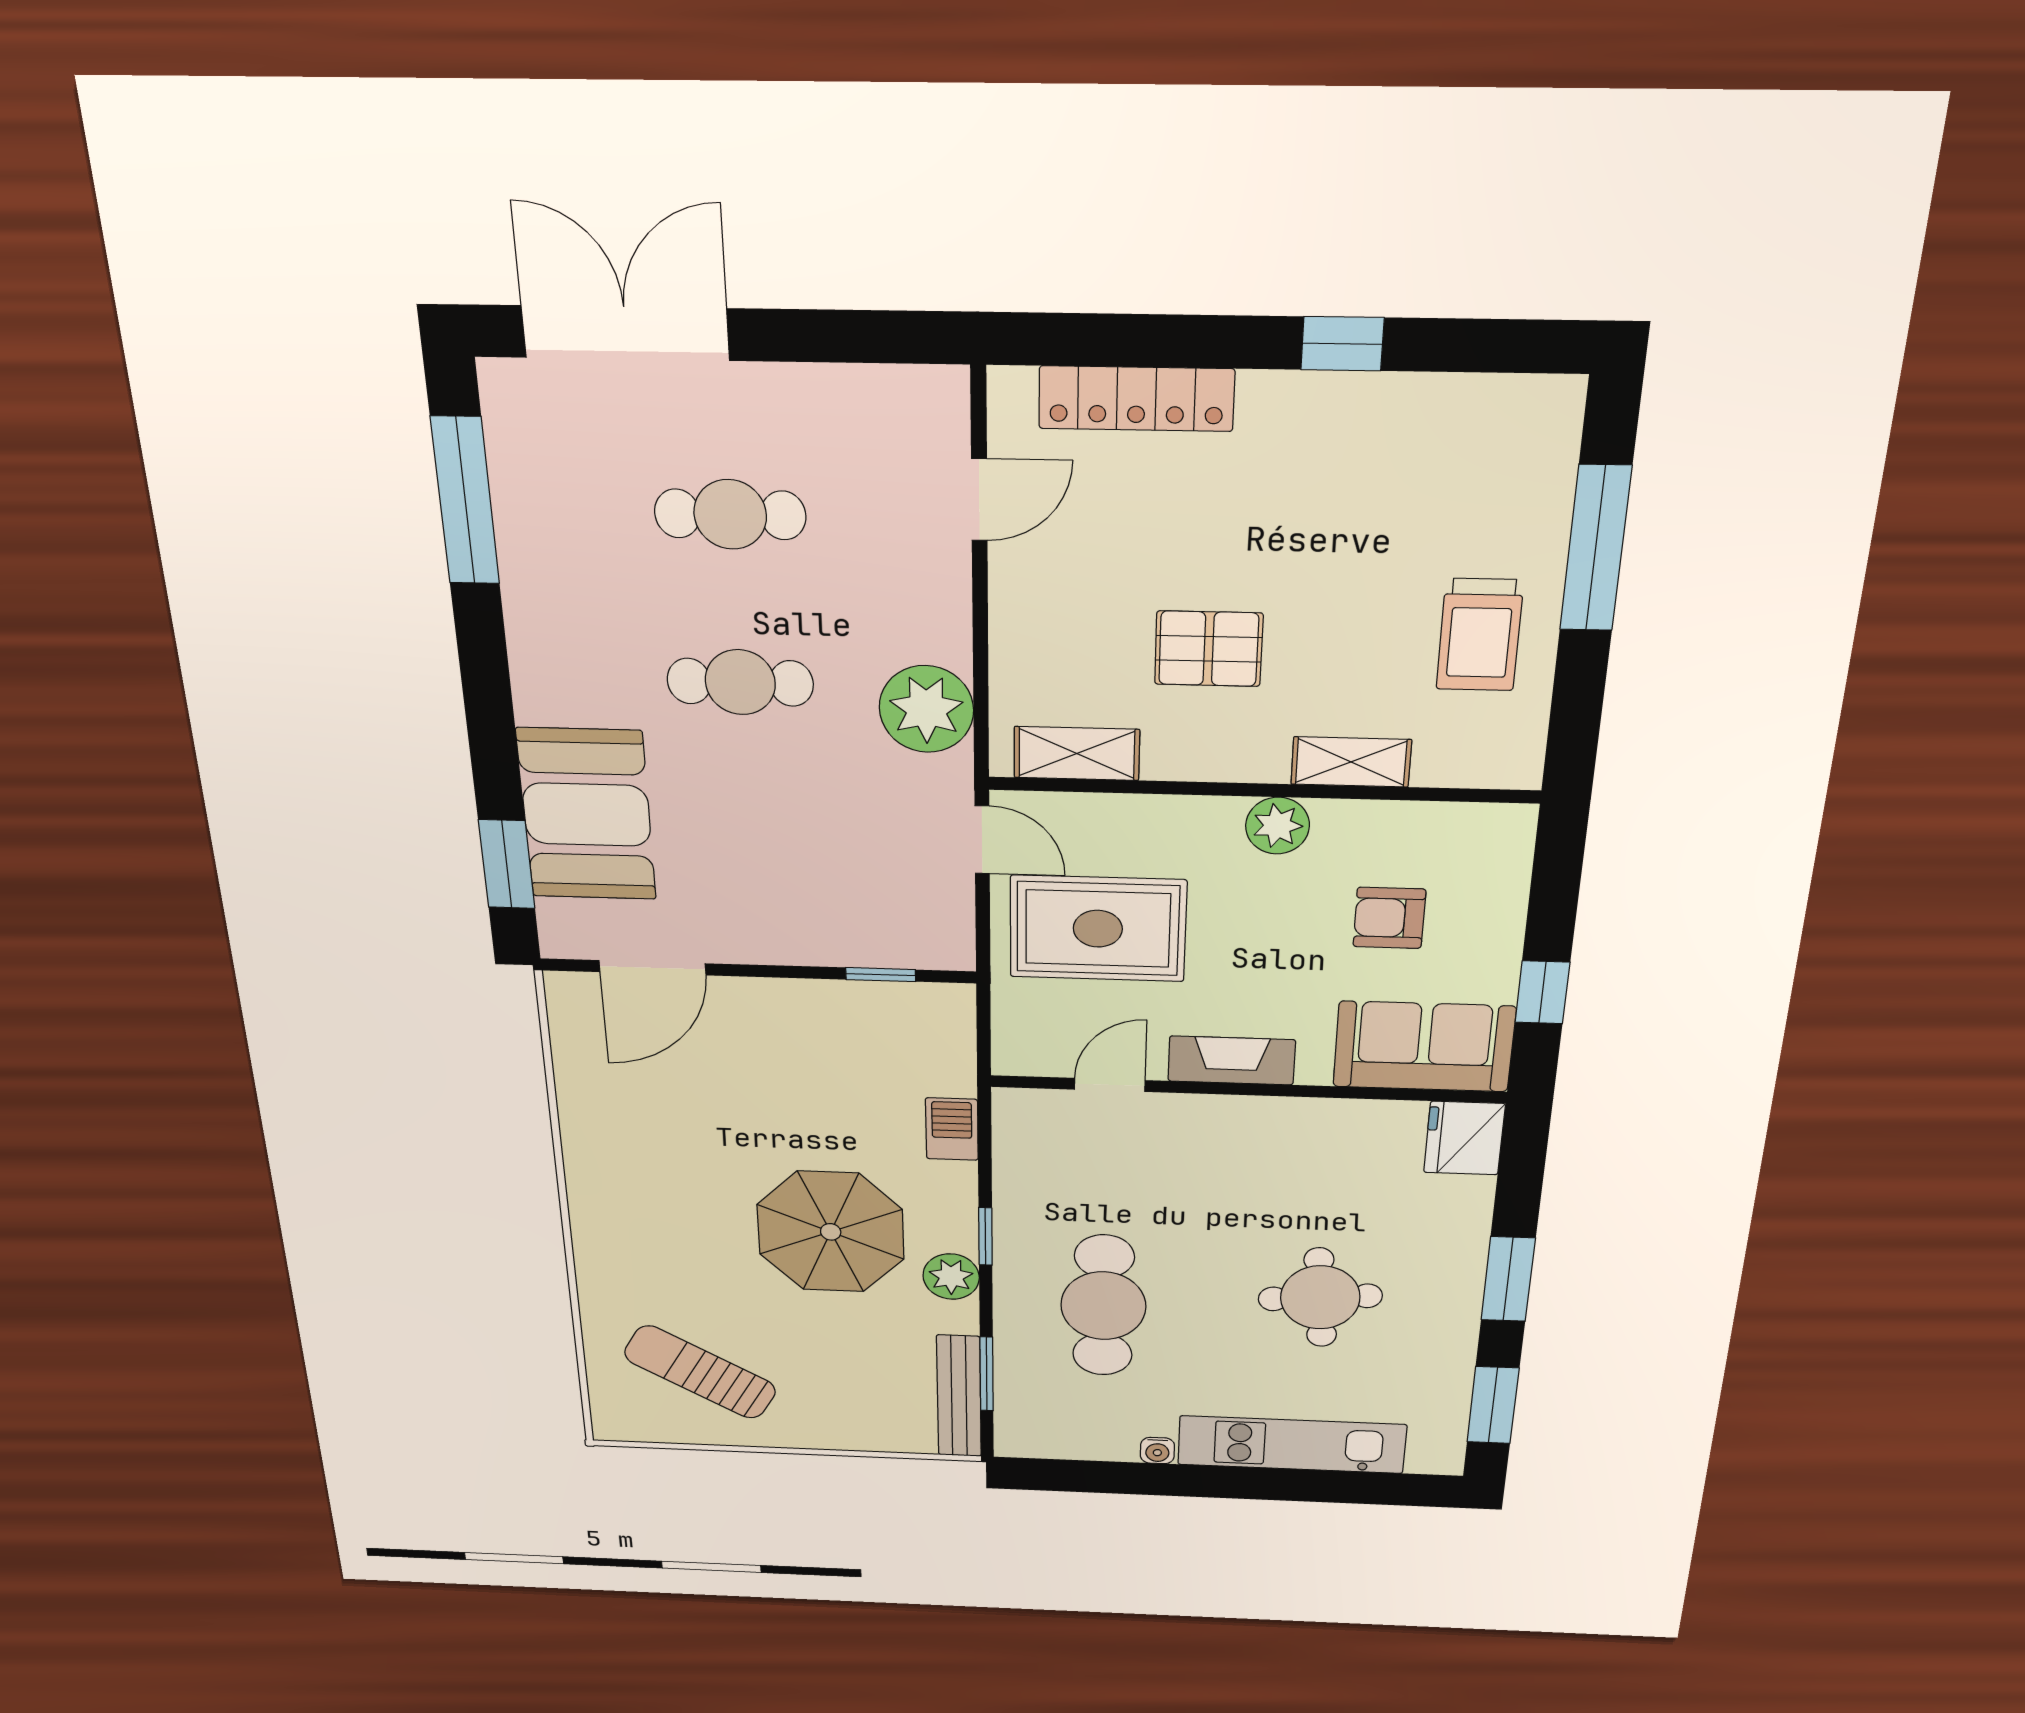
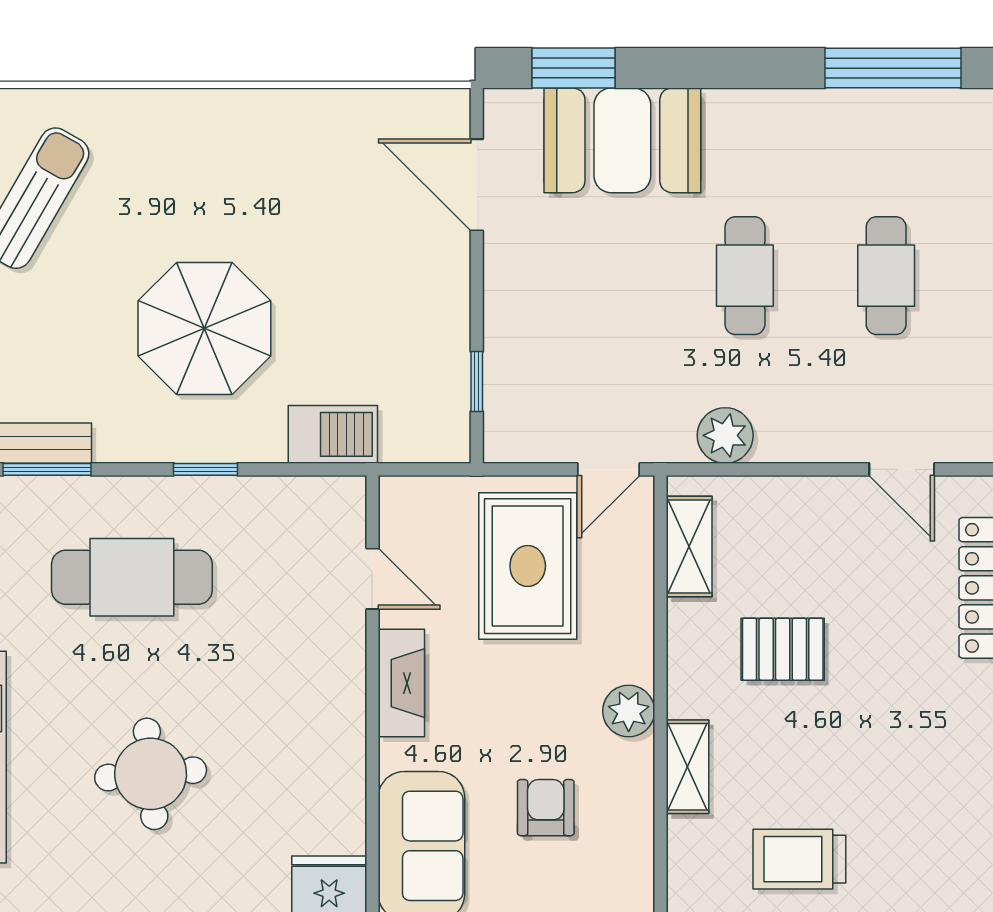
pallet: (1209, 649) -> (783, 649), turned 90
plant: (926, 709) -> (725, 435), width x0.73, depth x0.73
barbecue: (952, 1129) -> (333, 434), width x1.38, depth x1.27
plant: (951, 1277) -> (159, 438), removed

